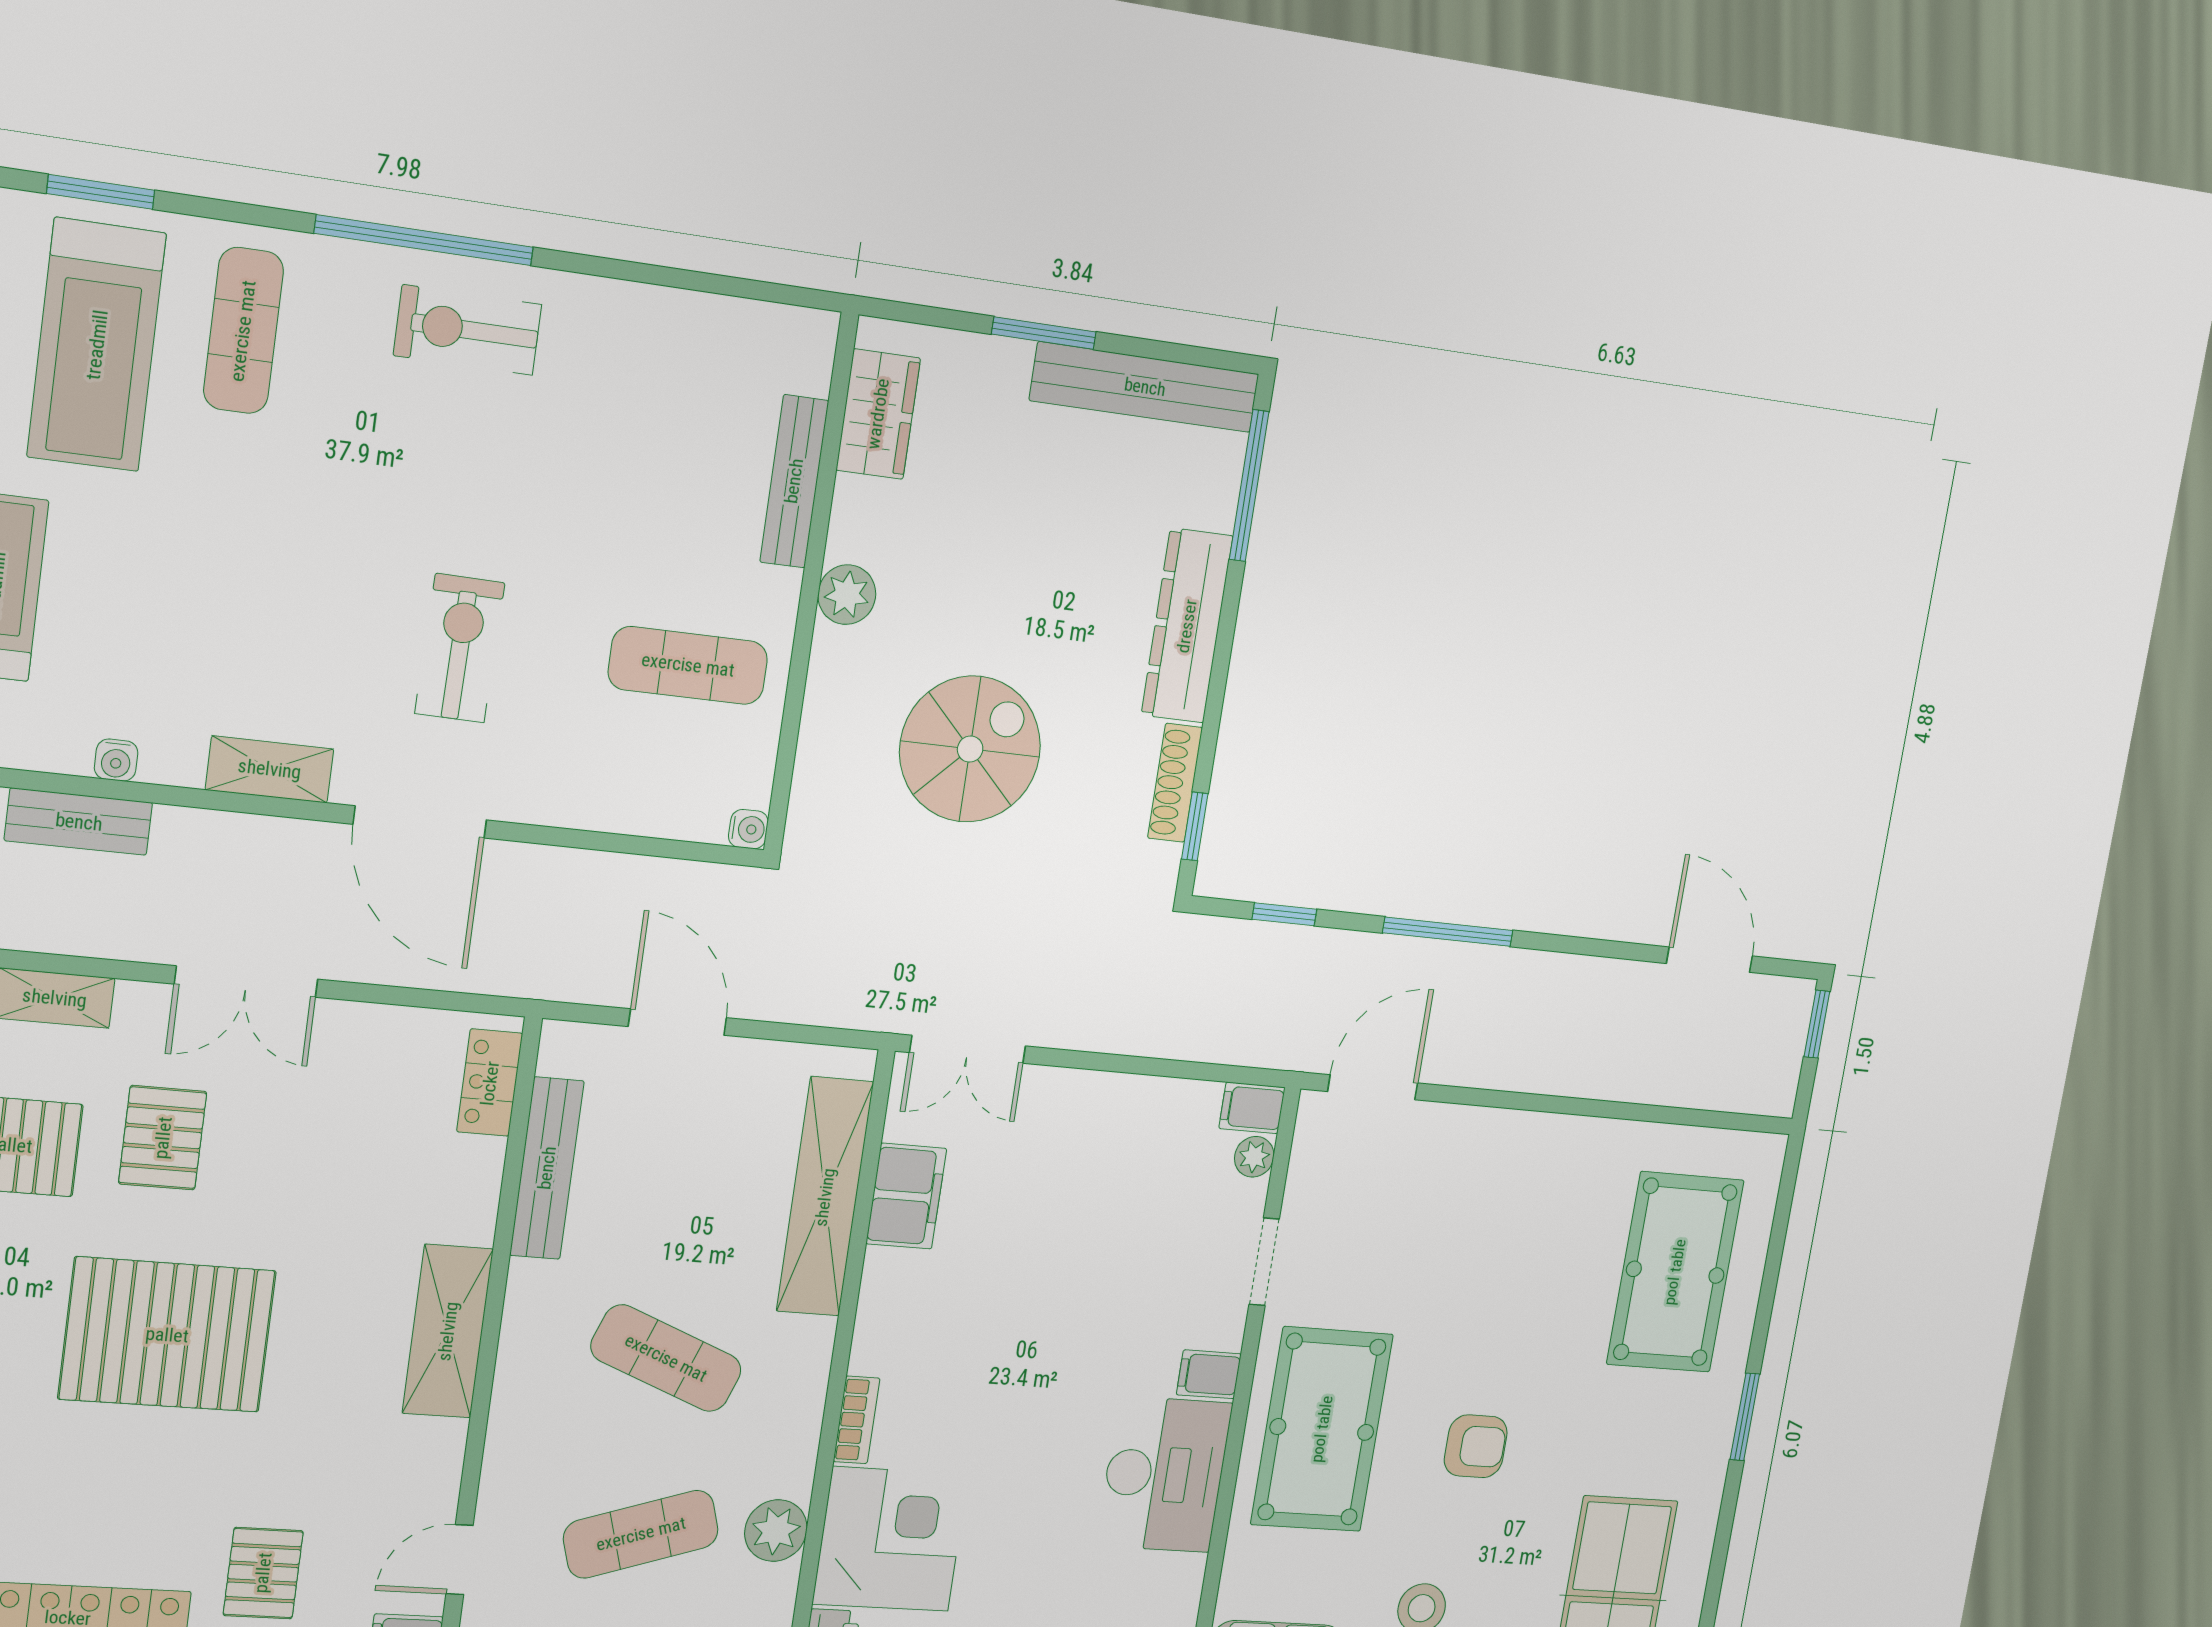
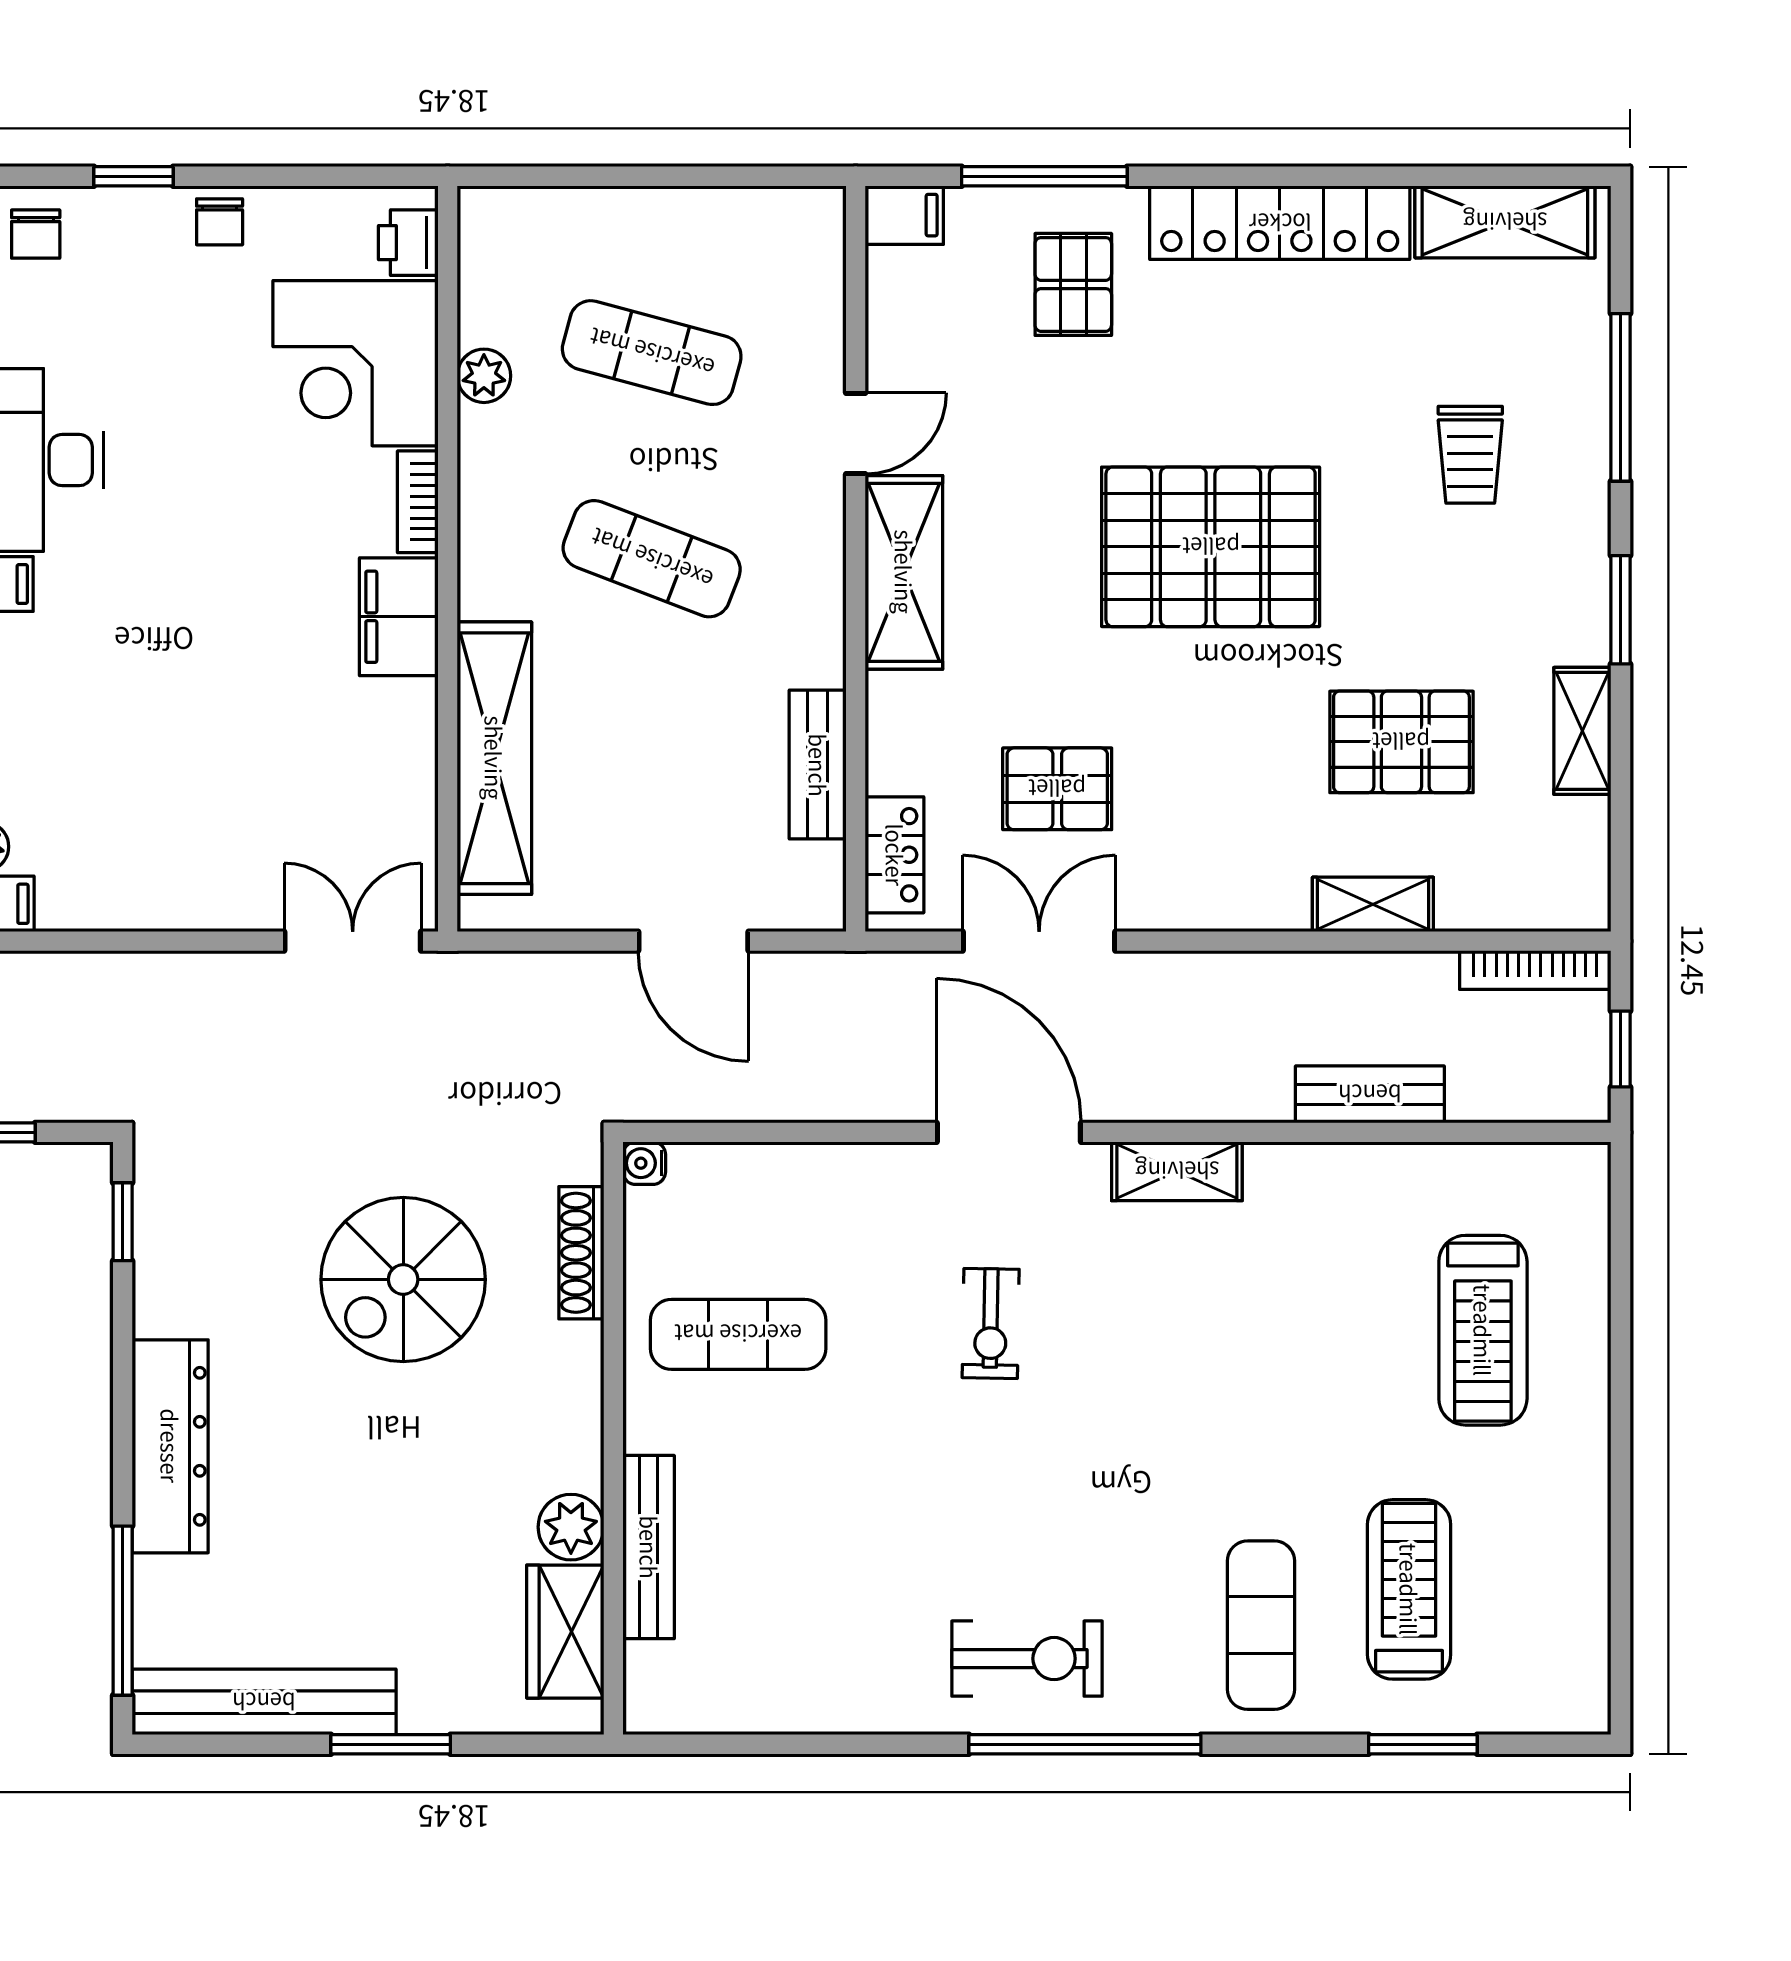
treadmill: (97, 345) -> (1409, 1589), width x0.73, depth x0.73
plant: (847, 595) -> (571, 1527), moved
exercise bike: (460, 648) -> (991, 1323), width x0.73, depth x0.72
water cooler: (116, 760) -> (1339, 1163), removed
shoe rack: (1175, 783) -> (581, 1253), moved, turned 180
double door: (246, 982) -> (1039, 941), moved
pallet: (163, 1138) -> (1057, 789), moved, turned 90
bench: (547, 1168) -> (818, 765), width x0.73
filing cabinet: (906, 1196) -> (399, 617), moved
plant: (776, 1531) -> (484, 376), width x0.73, depth x0.73
exercise mat: (641, 1534) -> (652, 353), turned 33
door: (460, 1560) -> (856, 433), moved

